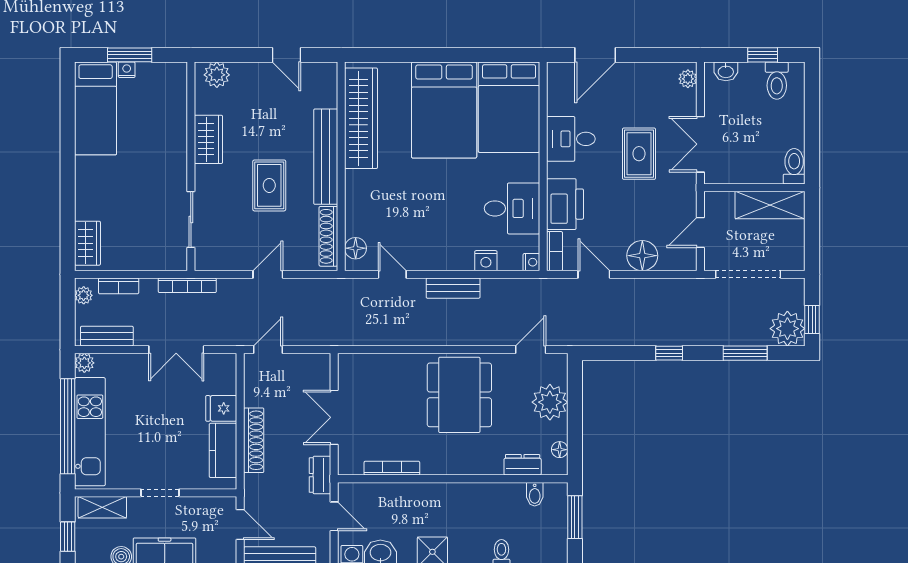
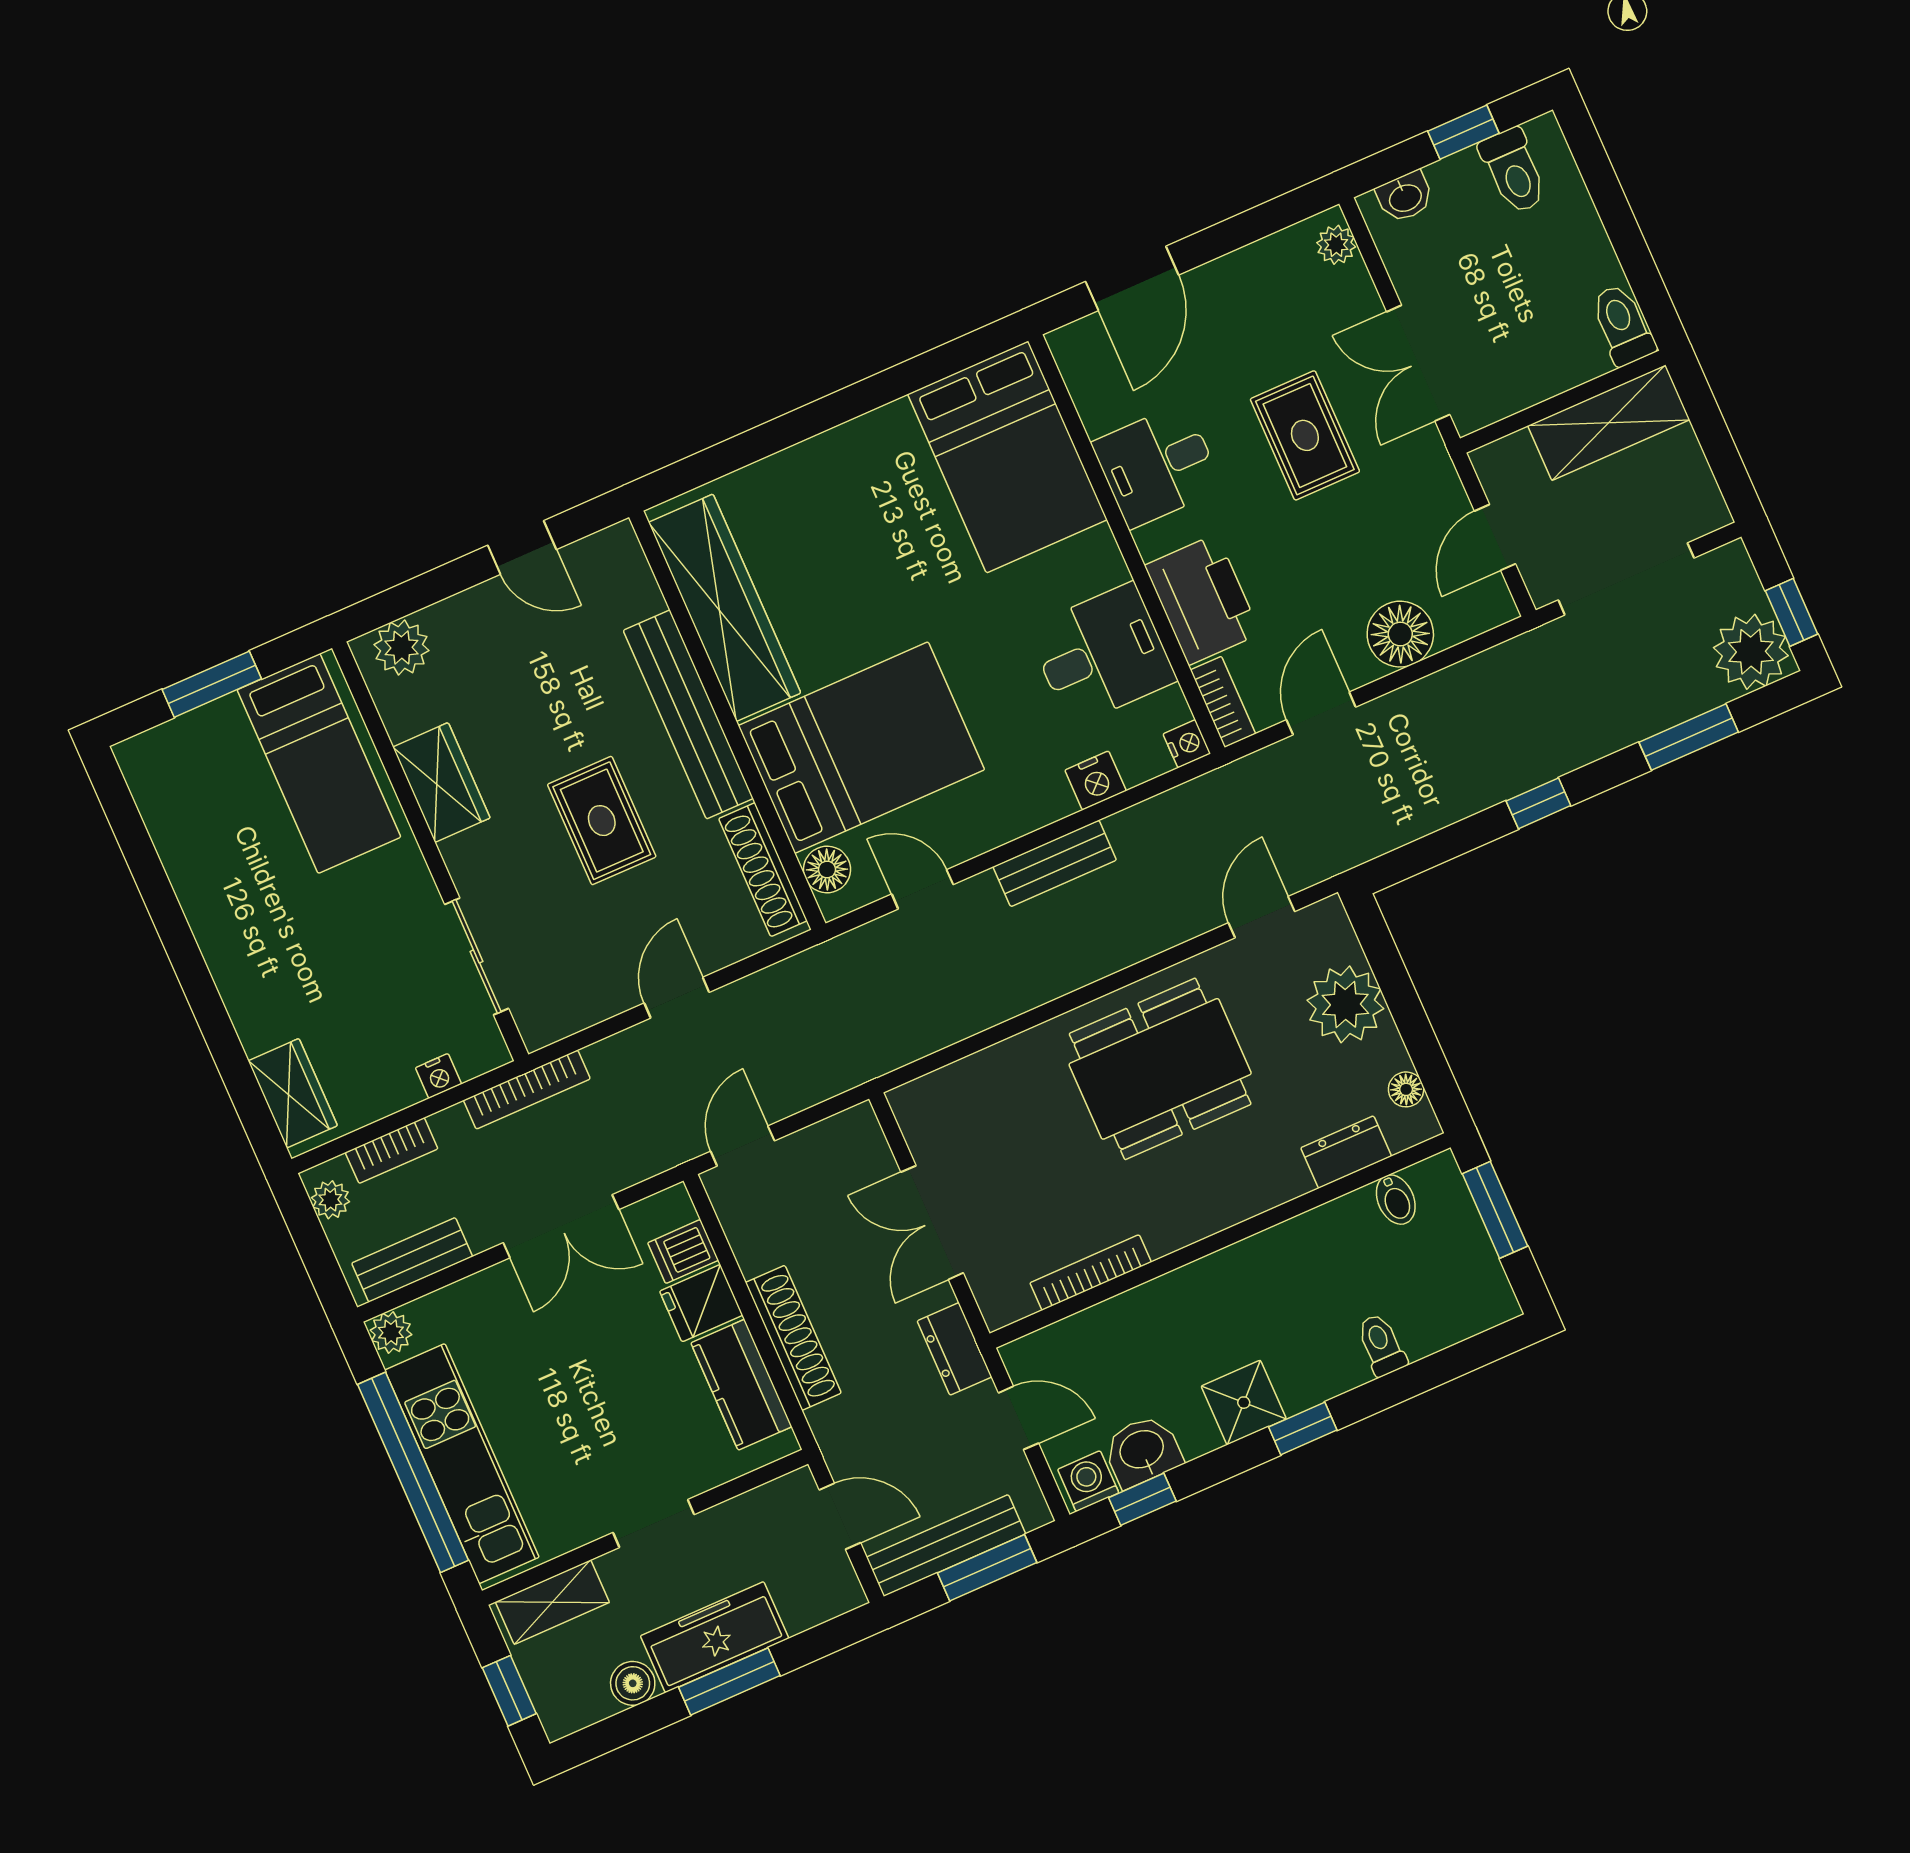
nightstand: (127, 70) -> (438, 1076), moved, turned 180
bed: (96, 108) -> (319, 763), moved
bed: (444, 110) -> (861, 748), moved, turned -90
door: (594, 274) -> (1321, 713), hinge flipped
dishwasher: (223, 383) -> (683, 1252), added
dining table: (459, 395) -> (1160, 1069), turned 90

